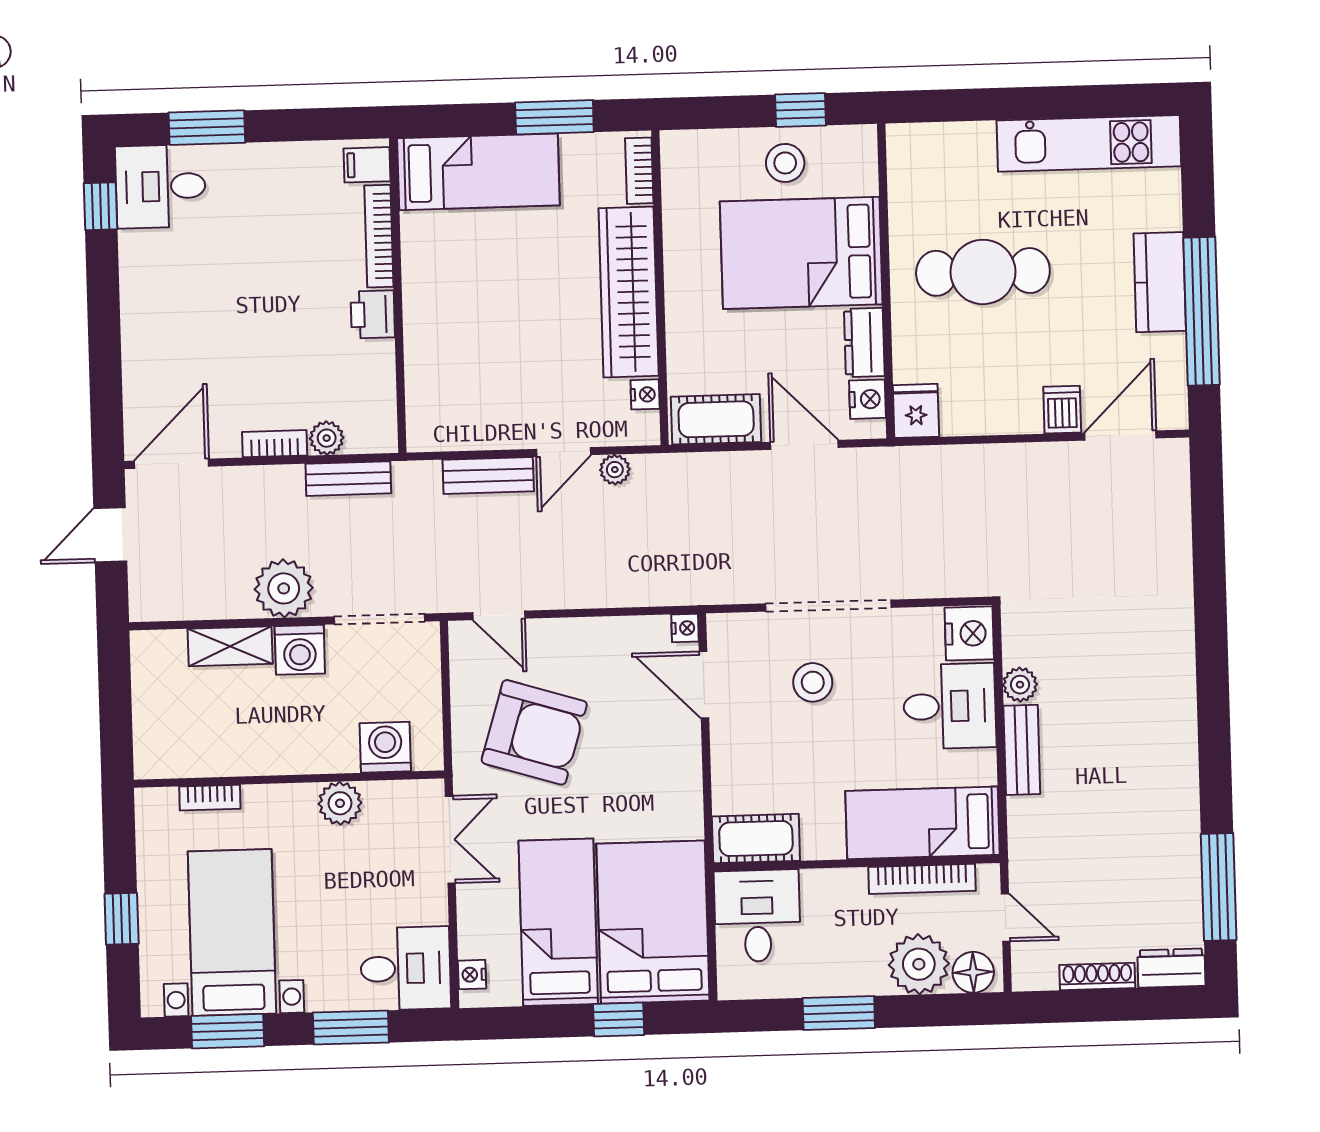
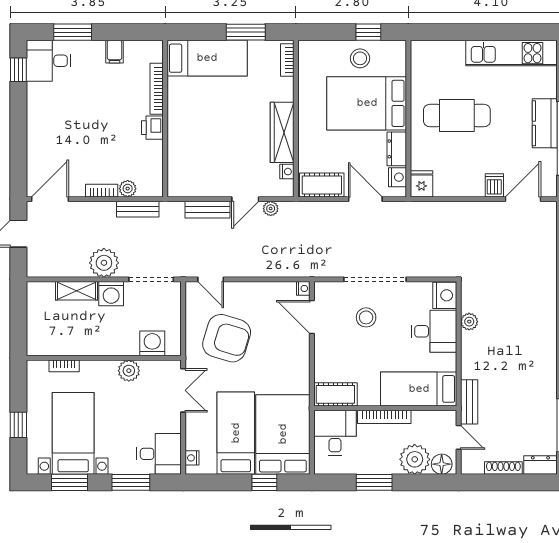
filing cabinet: (367, 165) -> (115, 52), moved, turned -90
wardrobe: (629, 292) -> (282, 132), width x0.71, depth x0.85
bench: (1022, 750) -> (469, 402), moved
bookcase: (922, 879) -> (384, 417), moved

